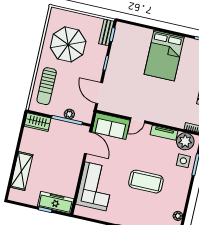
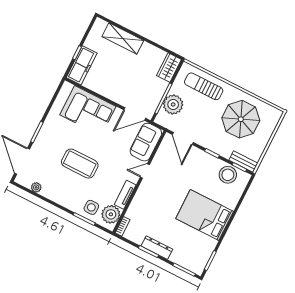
stool: (122, 43) -> (228, 175), added
door: (99, 93) -> (183, 138), swing flipped
plant: (69, 114) -> (173, 104), width x1.87, depth x1.87
door: (138, 120) -> (145, 171), hinge flipped
coffee table: (146, 182) -> (80, 164), turned 90

